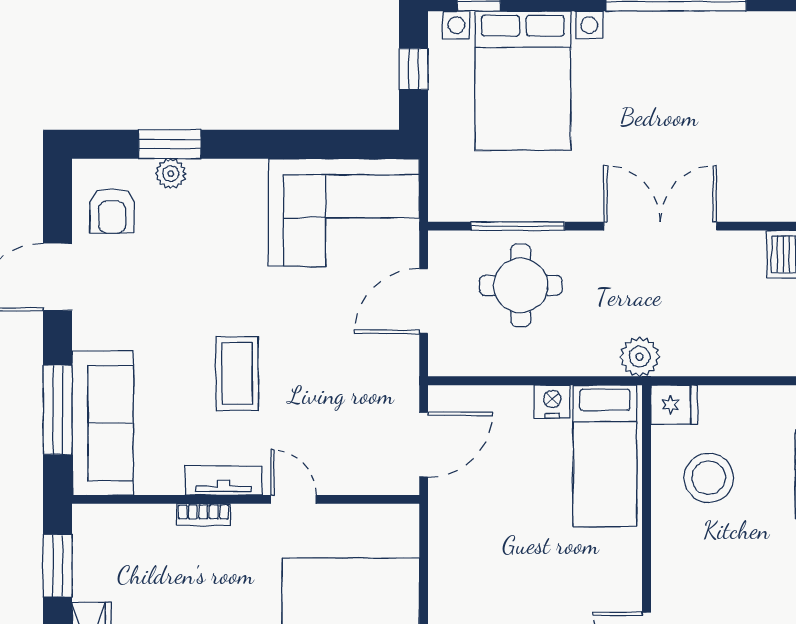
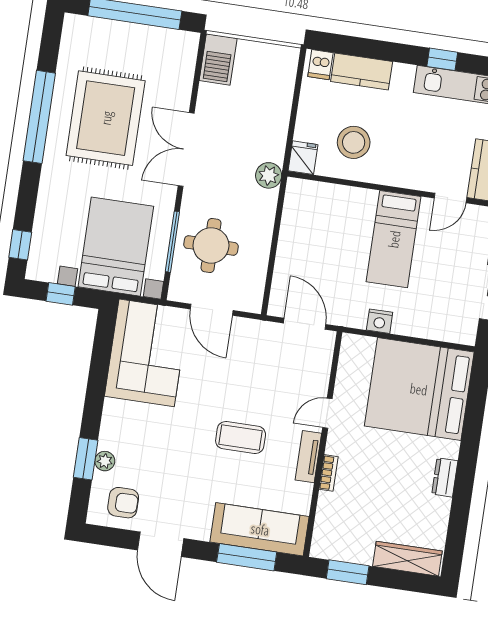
bed with nightstands: (523, 81) -> (116, 247), moved, turned -90
rug: (689, 97) -> (106, 118), added
nightstand: (552, 401) -> (380, 321), moved, turned -90
bed: (605, 456) -> (394, 239), moved, turned 90

